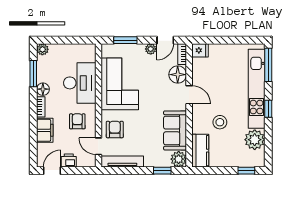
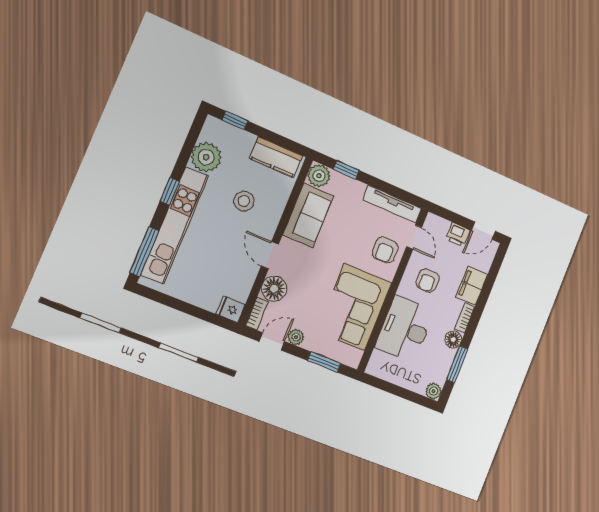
kitchen counter: (200, 151) -> (276, 157), moved, turned -90

